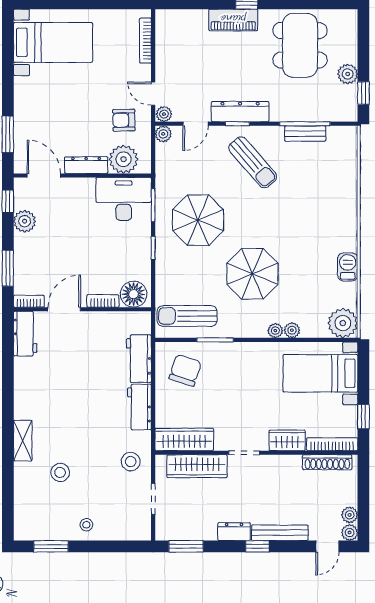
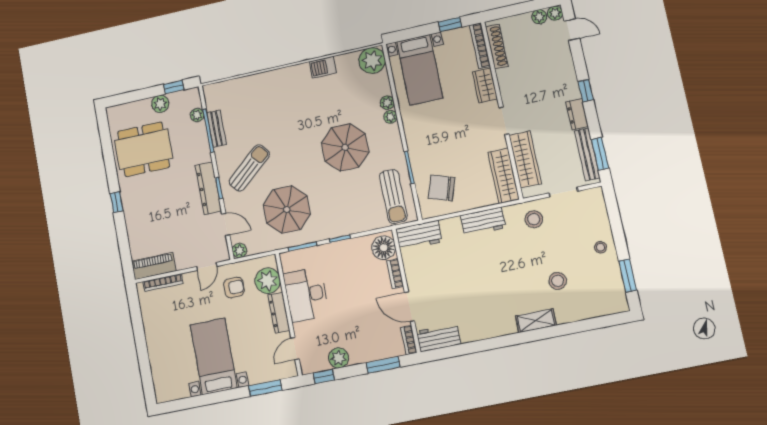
piano: (233, 20) -> (154, 266), moved, turned -90
bed with nightstands: (53, 42) -> (214, 356), moved
plant: (164, 114) -> (197, 115), moved
armchair: (124, 120) -> (234, 287), turned -89
door: (44, 175) -> (295, 349), width x0.73
desk: (124, 199) -> (306, 295), moved
parasol: (198, 220) -> (287, 210), moved
workbench: (139, 359) -> (419, 235), moved
bench: (280, 533) -> (587, 154), moved

